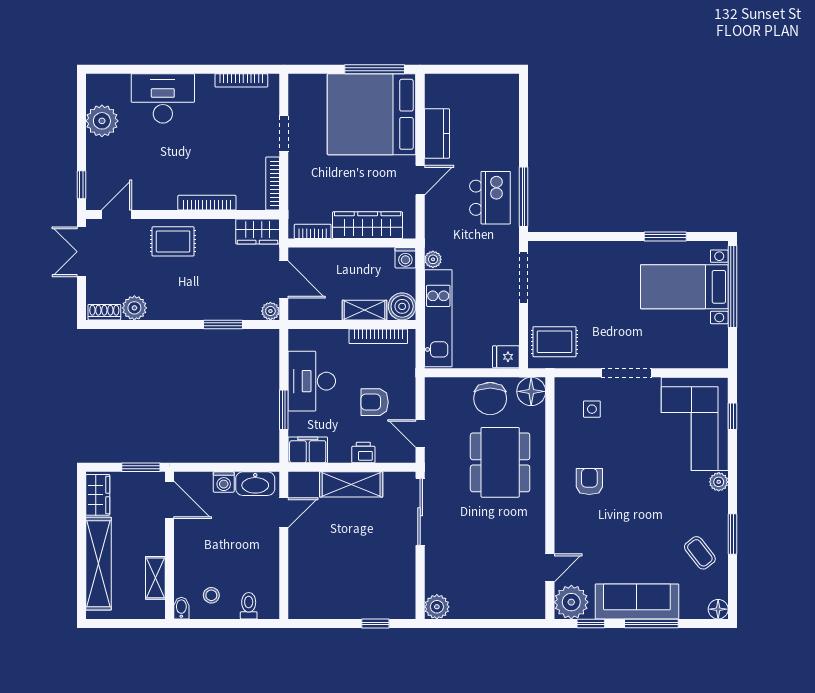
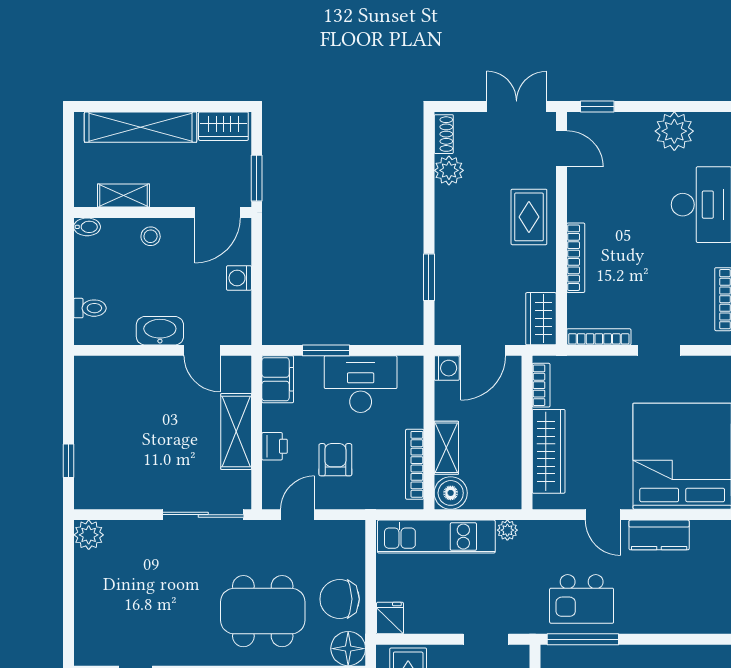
washing machine: (405, 258) -> (447, 368), moved, turned 180
doorway: (523, 277) -> (486, 639), width x0.73
plant: (270, 311) -> (445, 334), removed
washbasin: (255, 484) -> (160, 331), moved, turned 90
stool: (211, 595) -> (151, 236), moved

